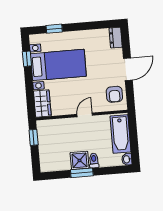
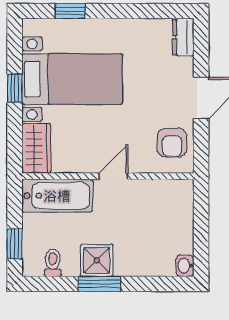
window: (27, 59) -> (15, 88), moved
bathtub: (120, 134) -> (57, 196), moved, turned -90
window: (34, 137) -> (15, 244), moved
toilet: (94, 161) -> (53, 263), moved

